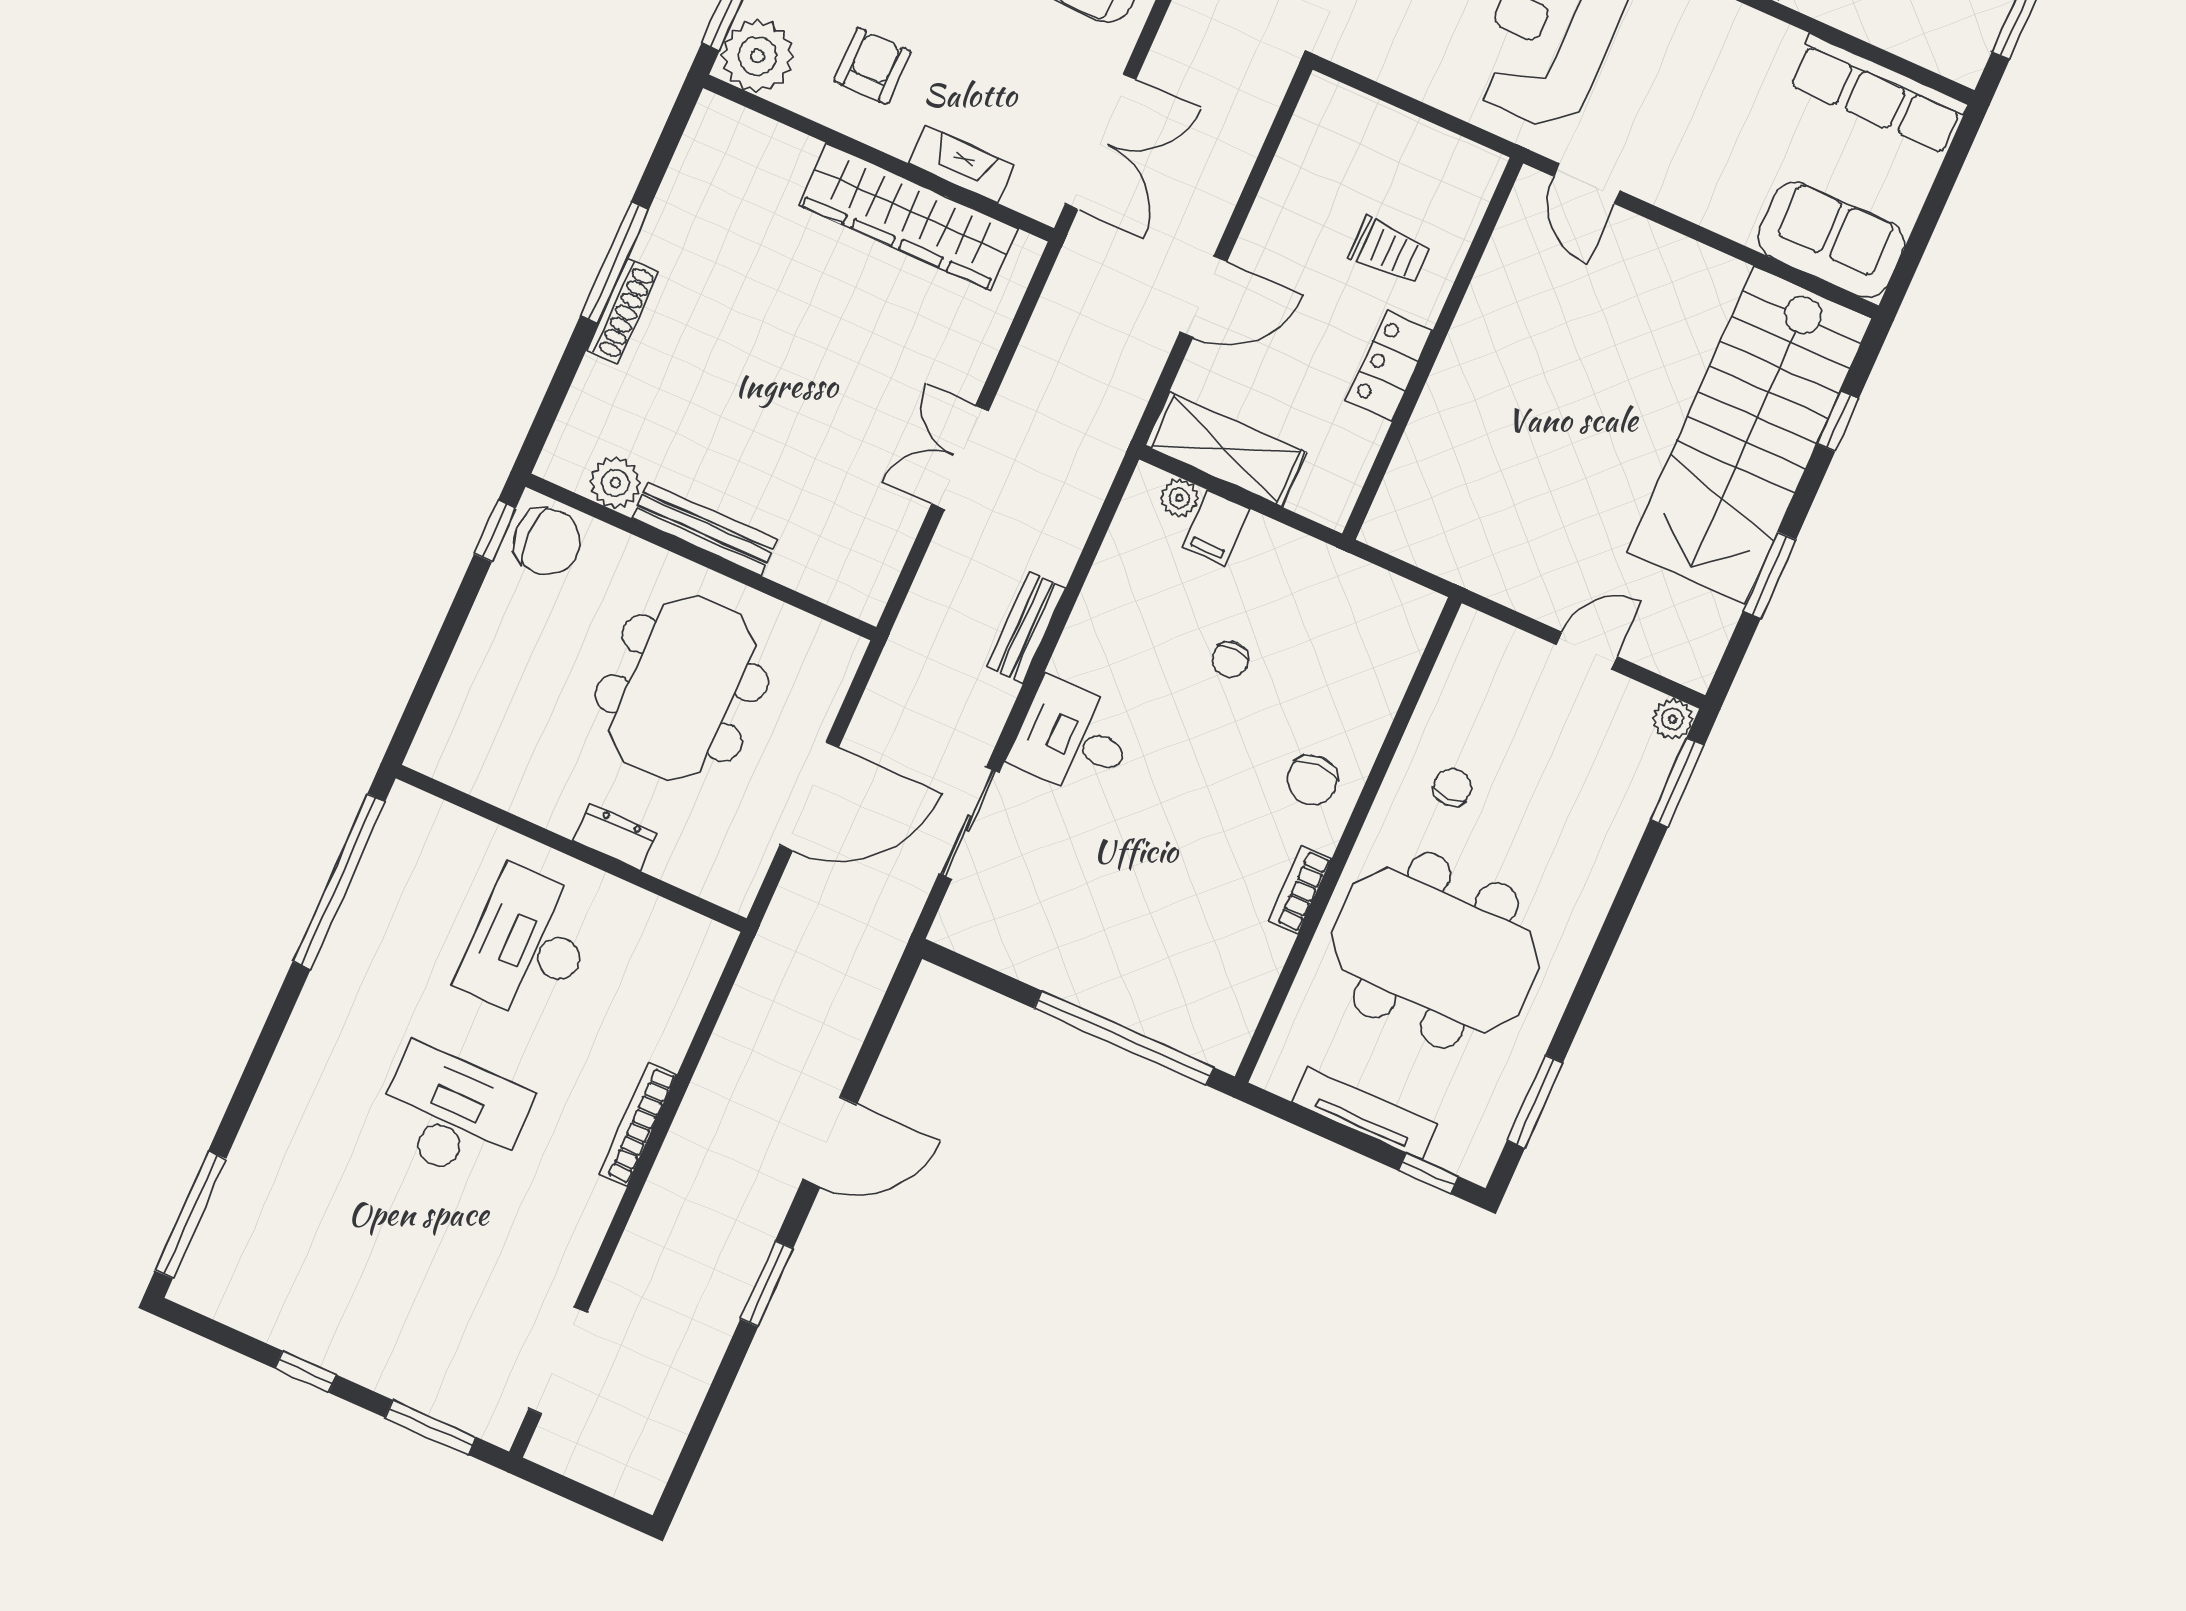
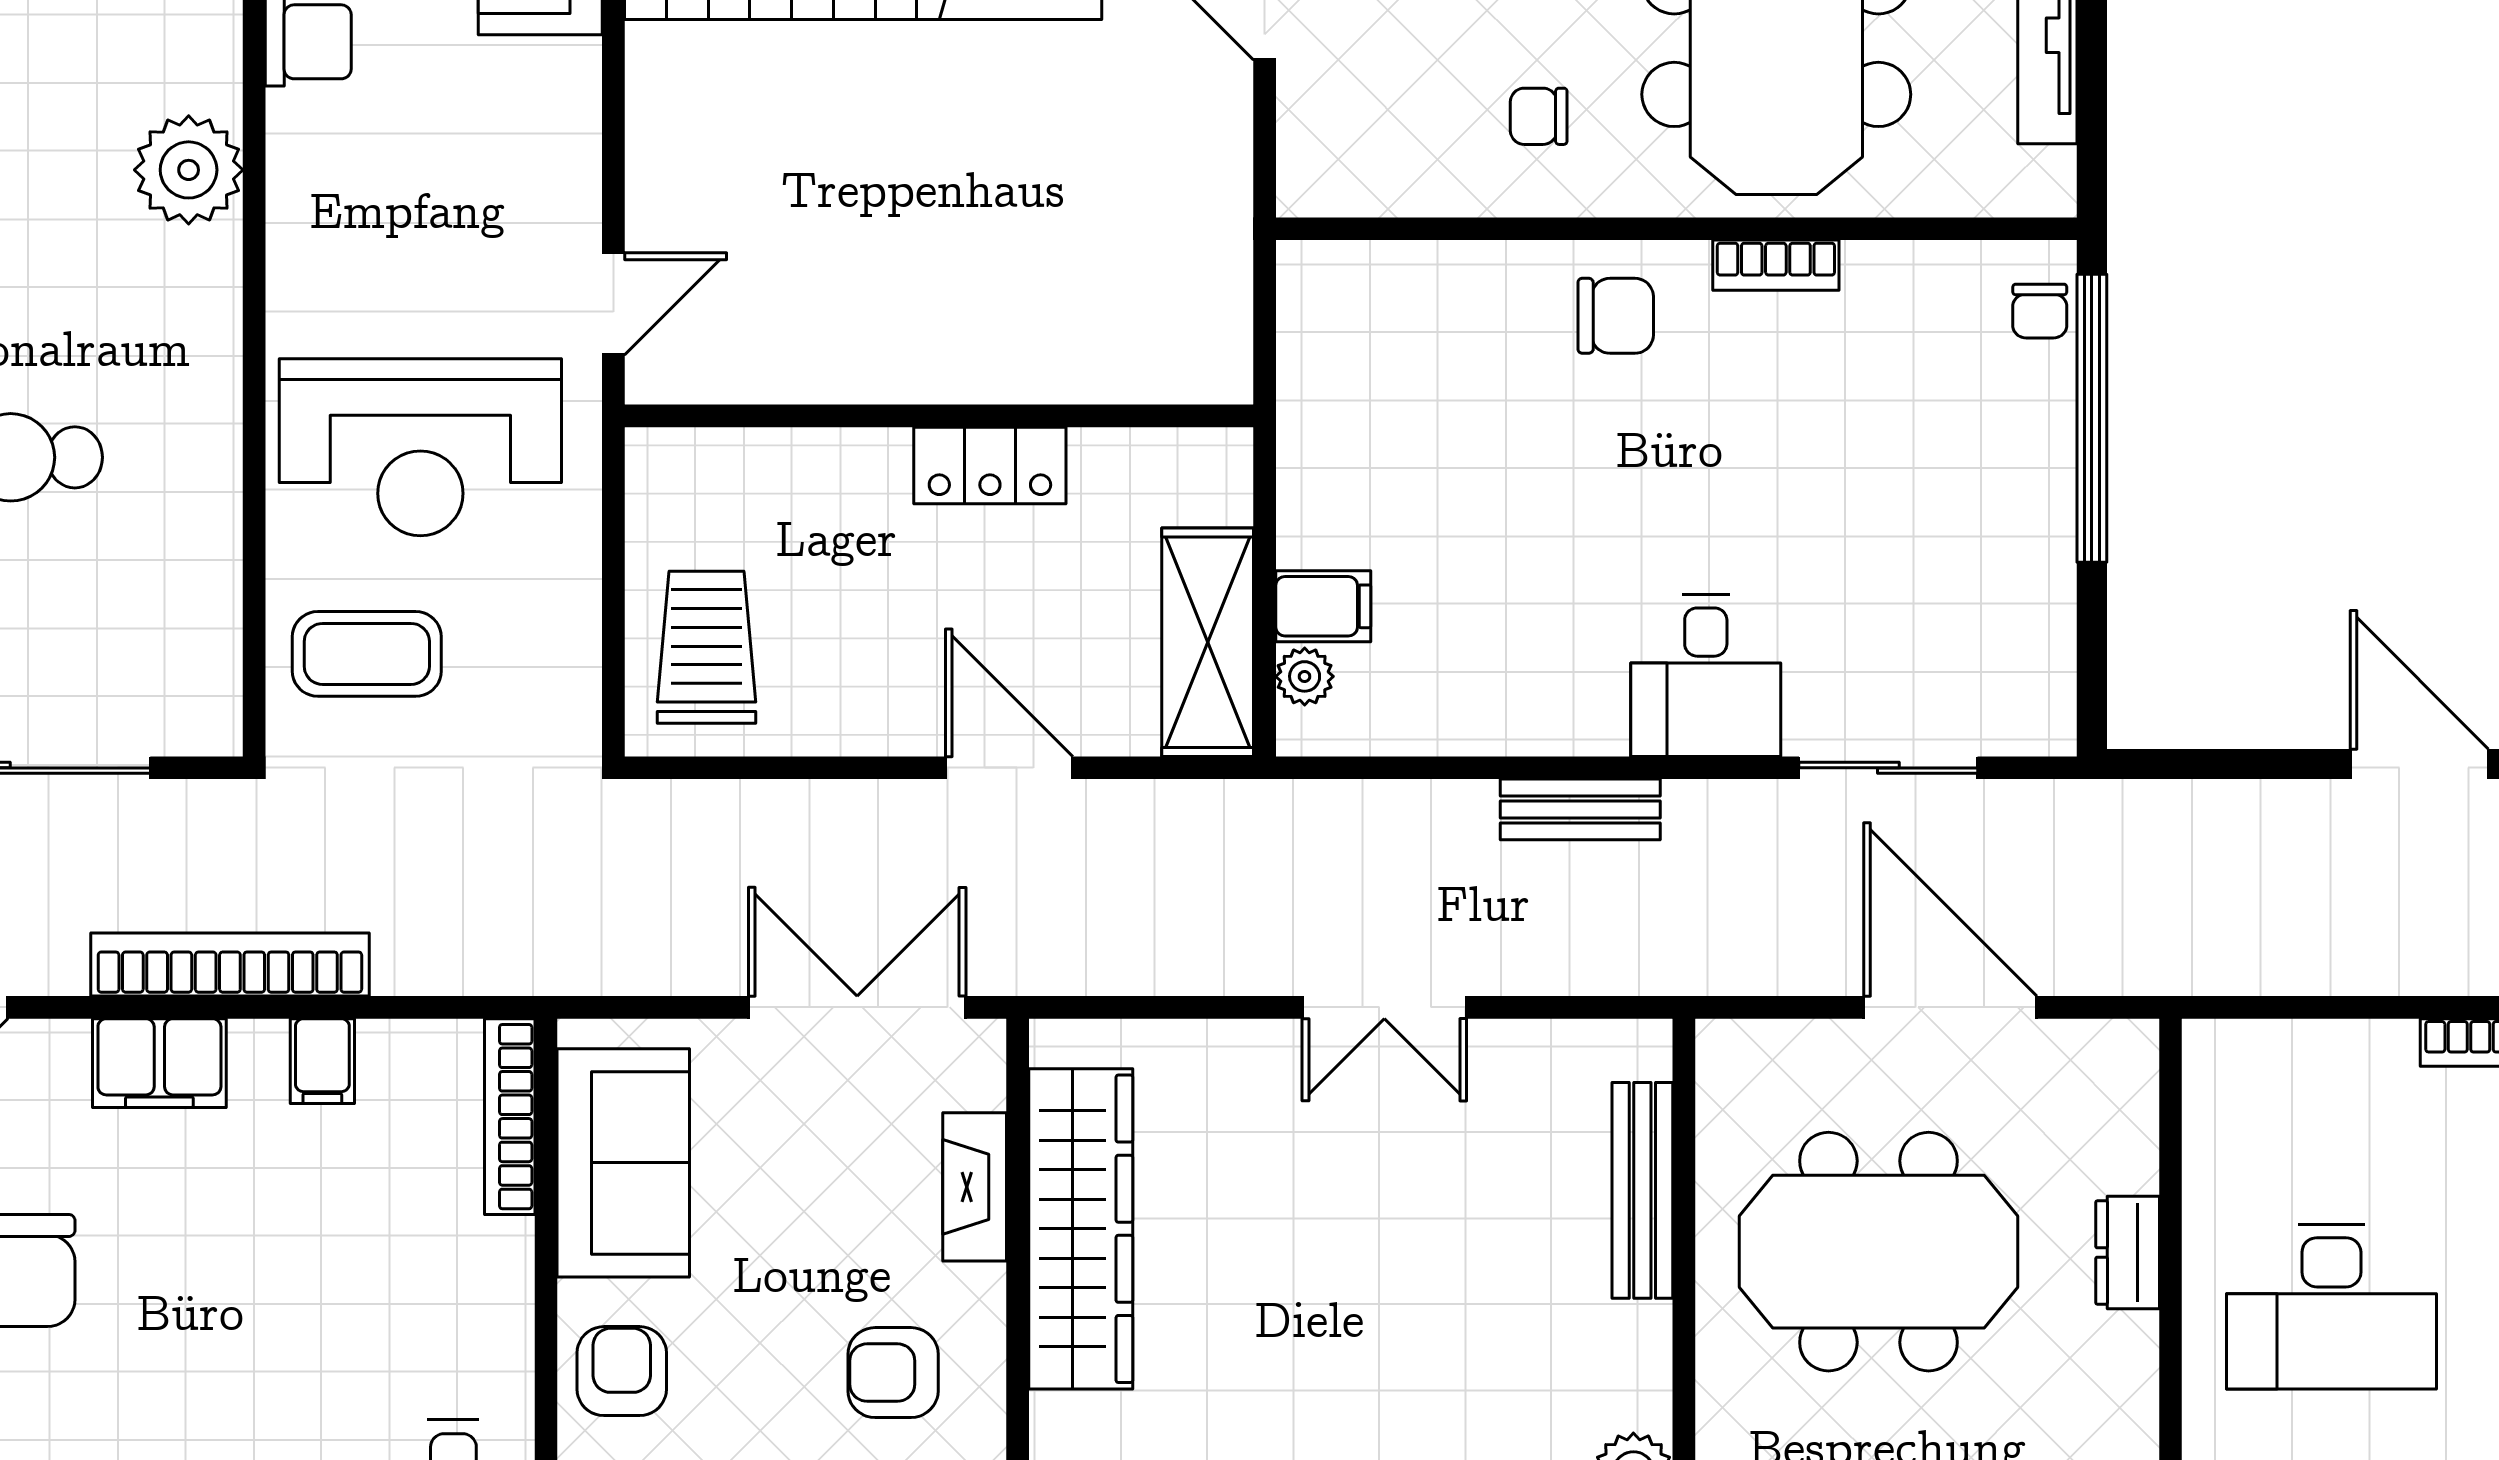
trolley: (1389, 251) -> (706, 647), moved, width x1.36, depth x1.39
bench: (705, 529) -> (1642, 1190), moved
chair: (1230, 659) -> (2040, 311), moved, turned 90

